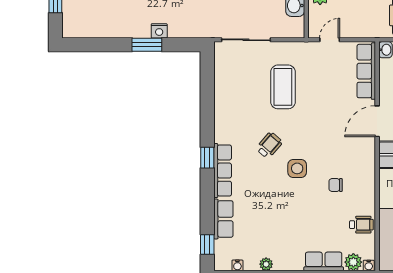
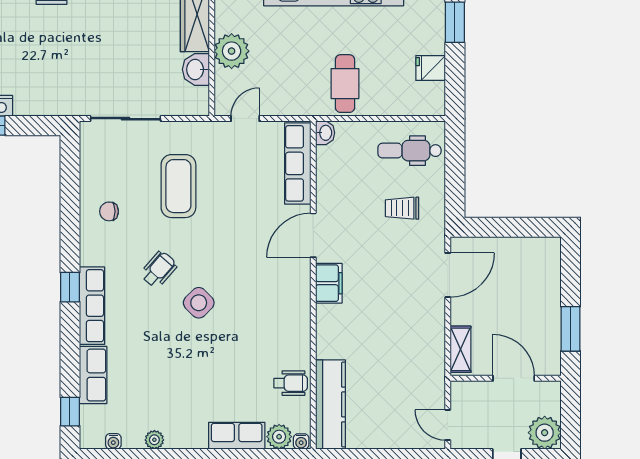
side table: (297, 168) -> (199, 303), turned 45
chair: (336, 185) -> (109, 211), moved

